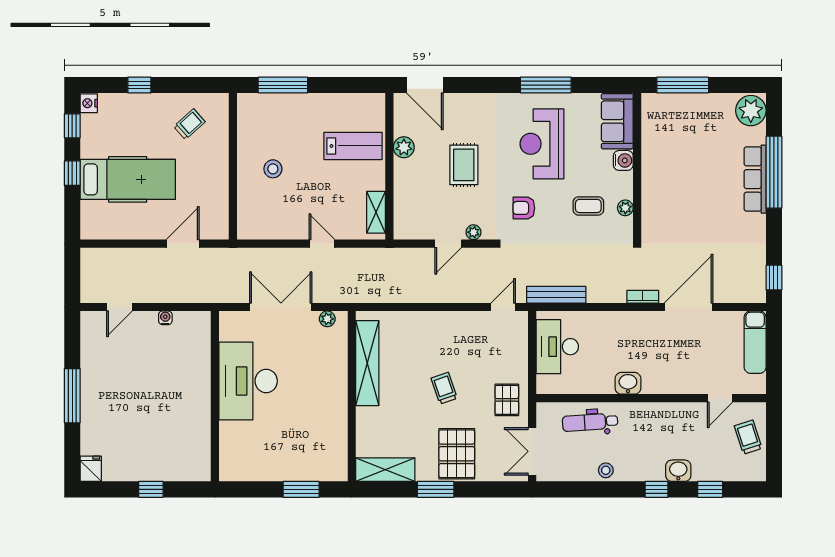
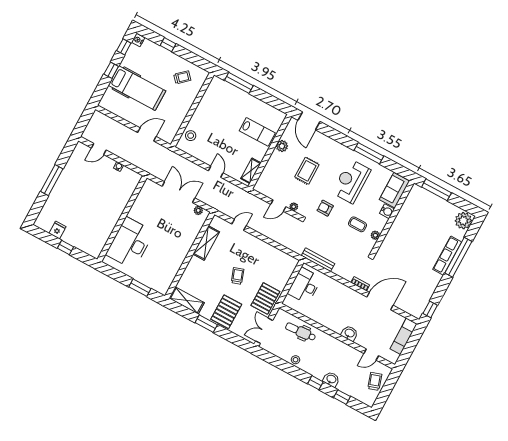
stool: (273, 169) -> (191, 136), moved
door: (503, 307) -> (239, 225), moved
shelving: (367, 363) -> (206, 243), width x0.68
desk: (248, 381) -> (130, 243), moved
washbasin: (628, 383) -> (349, 333), moved
pallet: (507, 400) -> (265, 298), width x1.50, depth x1.42
fridge: (91, 469) -> (58, 230), moved

